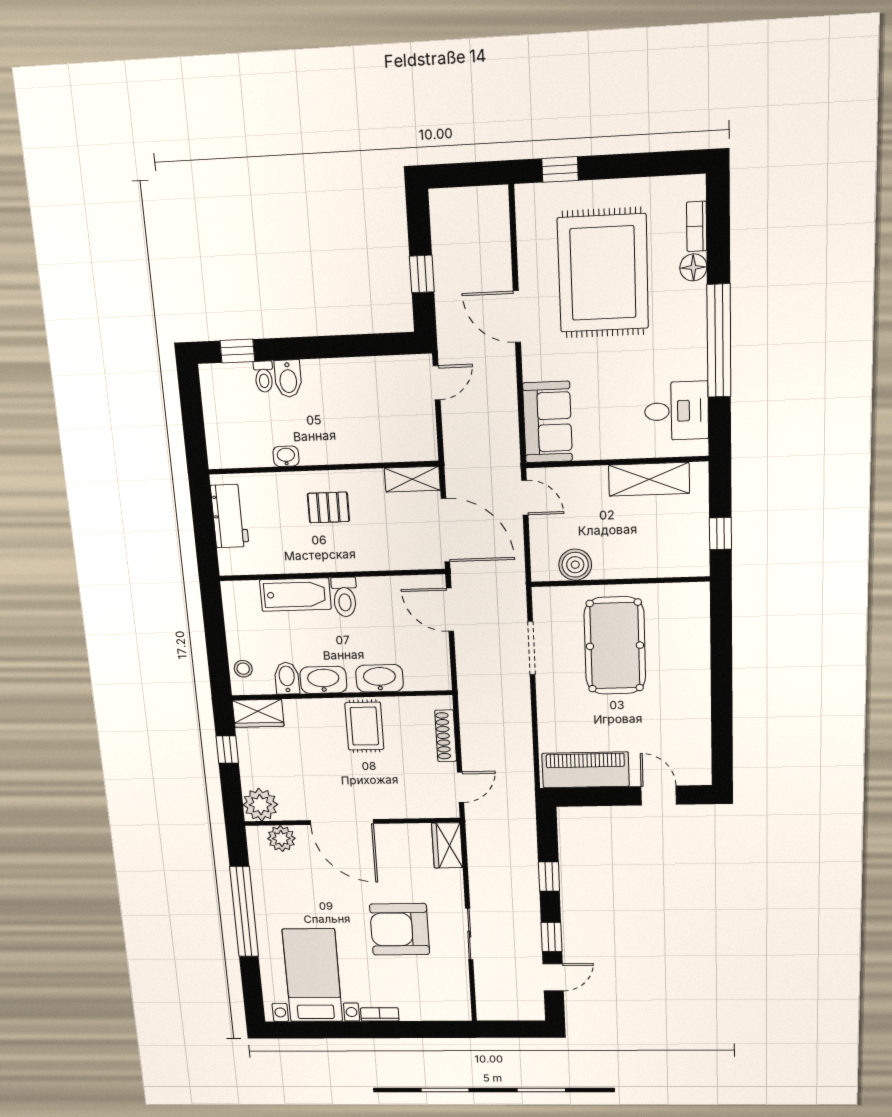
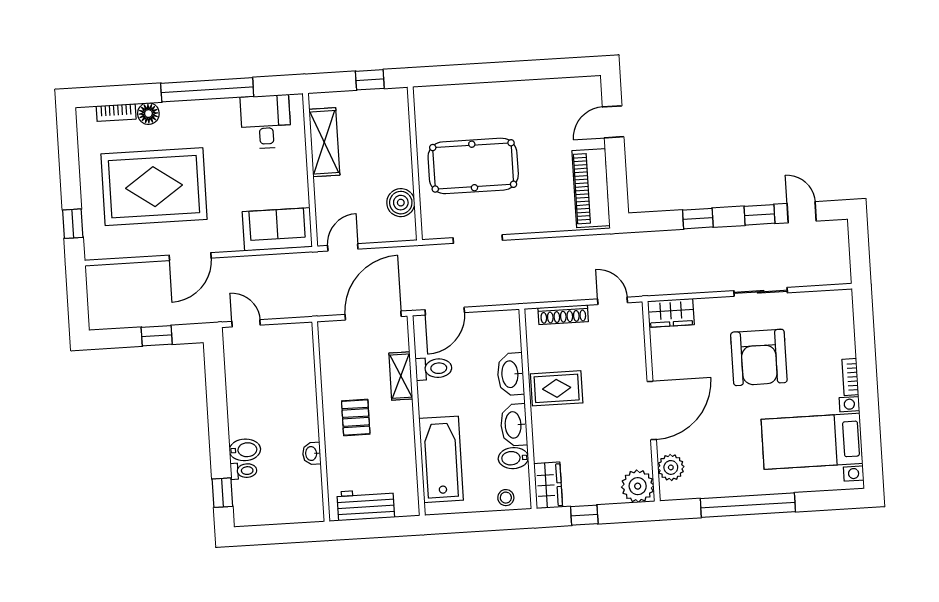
shelving: (412, 479) -> (401, 376), moved
bathtub: (295, 595) -> (441, 459), width x1.36, depth x1.36
toilet: (345, 597) -> (434, 368), moved

